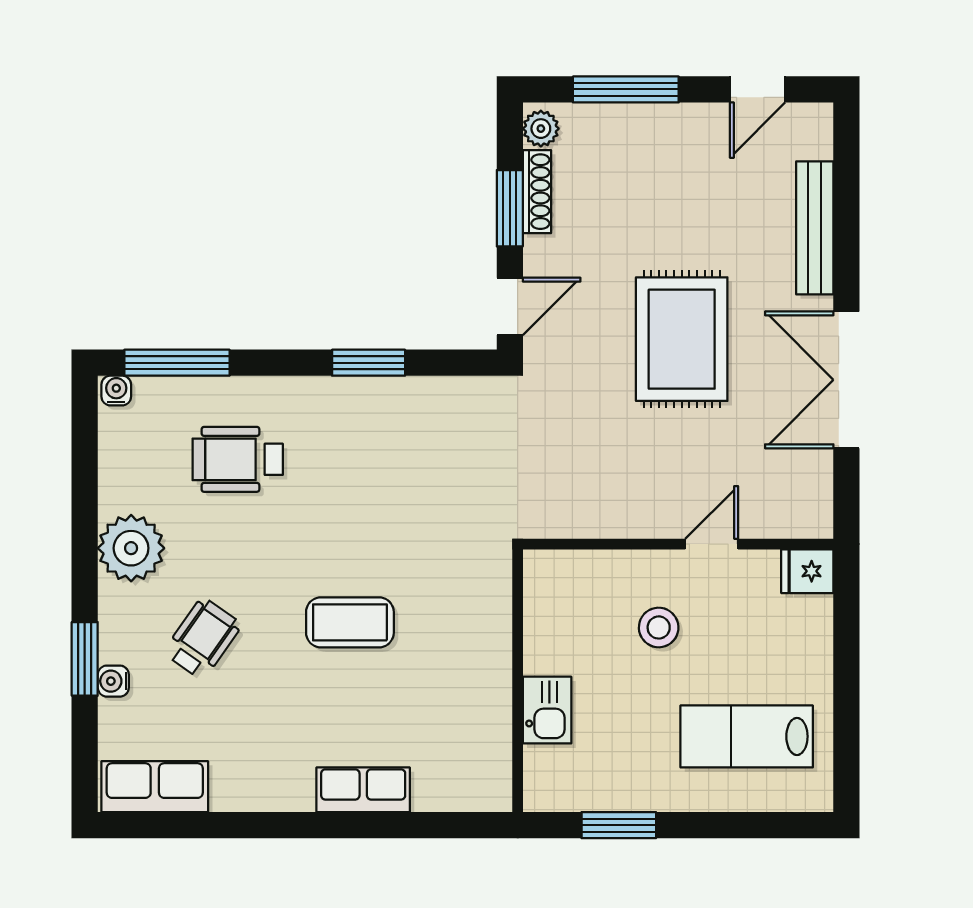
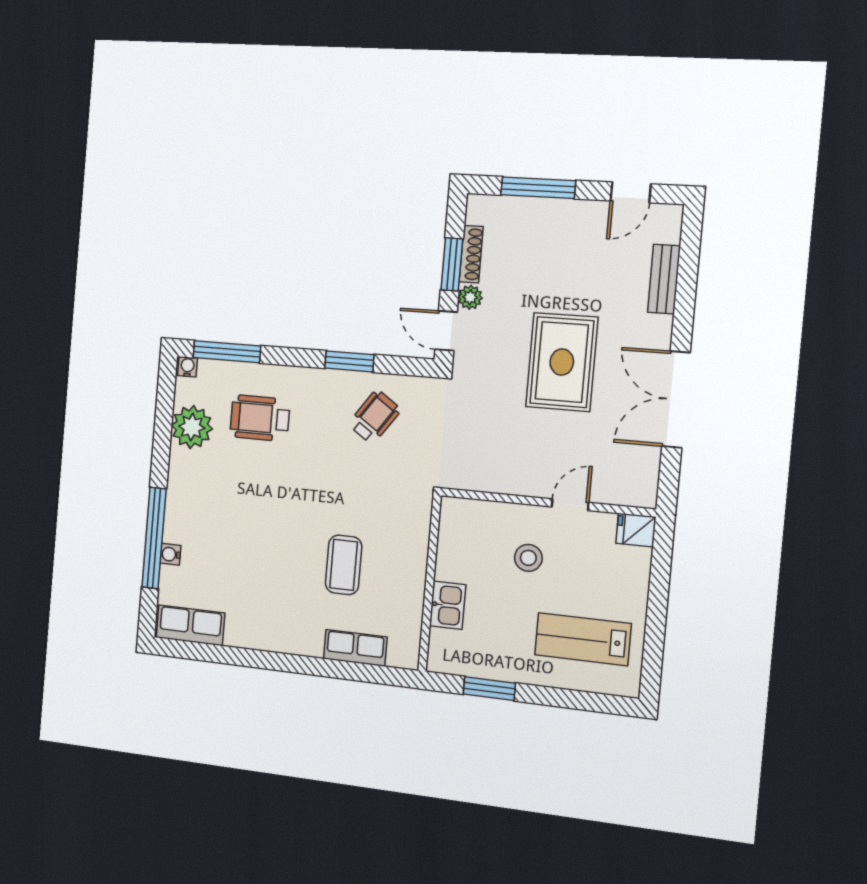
plant: (541, 129) -> (470, 297), moved
bench: (815, 228) -> (664, 279), width x0.73
door: (510, 306) -> (446, 331), swing flipped
plant: (131, 548) -> (192, 427), moved
coffee table: (350, 622) -> (344, 565), moved, turned 90
wheelchair: (203, 638) -> (374, 417), moved
window: (85, 659) -> (154, 538), width x2.11
row of seats: (363, 790) -> (355, 648), moved

